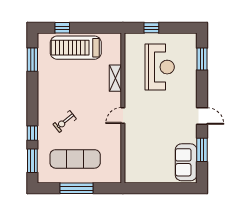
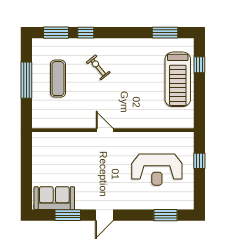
treadmill: (76, 48) -> (178, 79), turned 180
shelving: (115, 78) -> (145, 122), removed
exercise mat: (75, 159) -> (58, 79), width x0.73, depth x0.69

